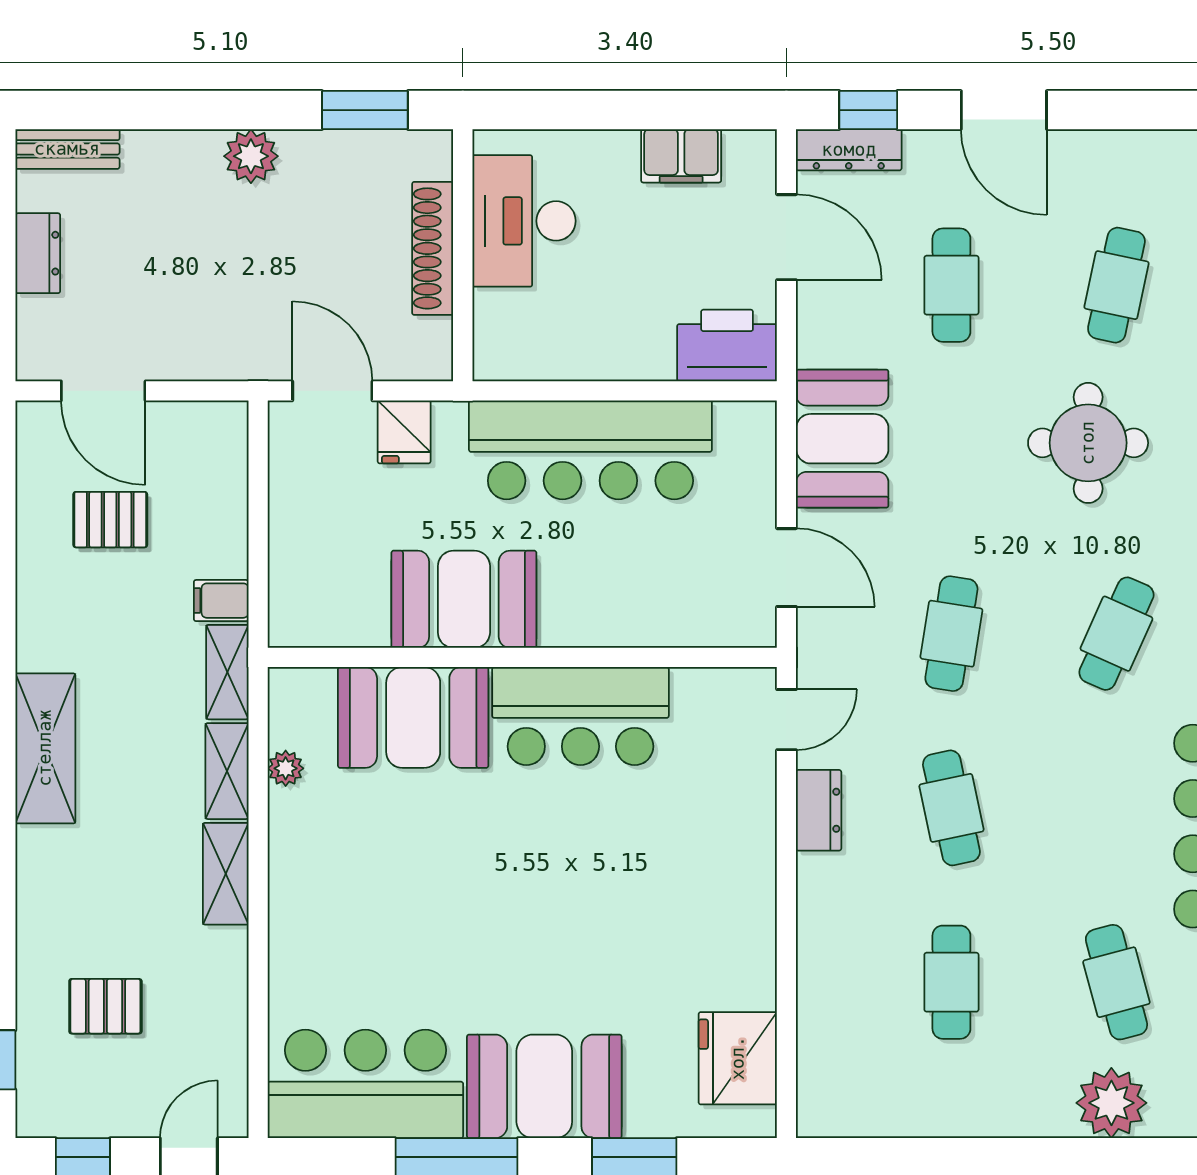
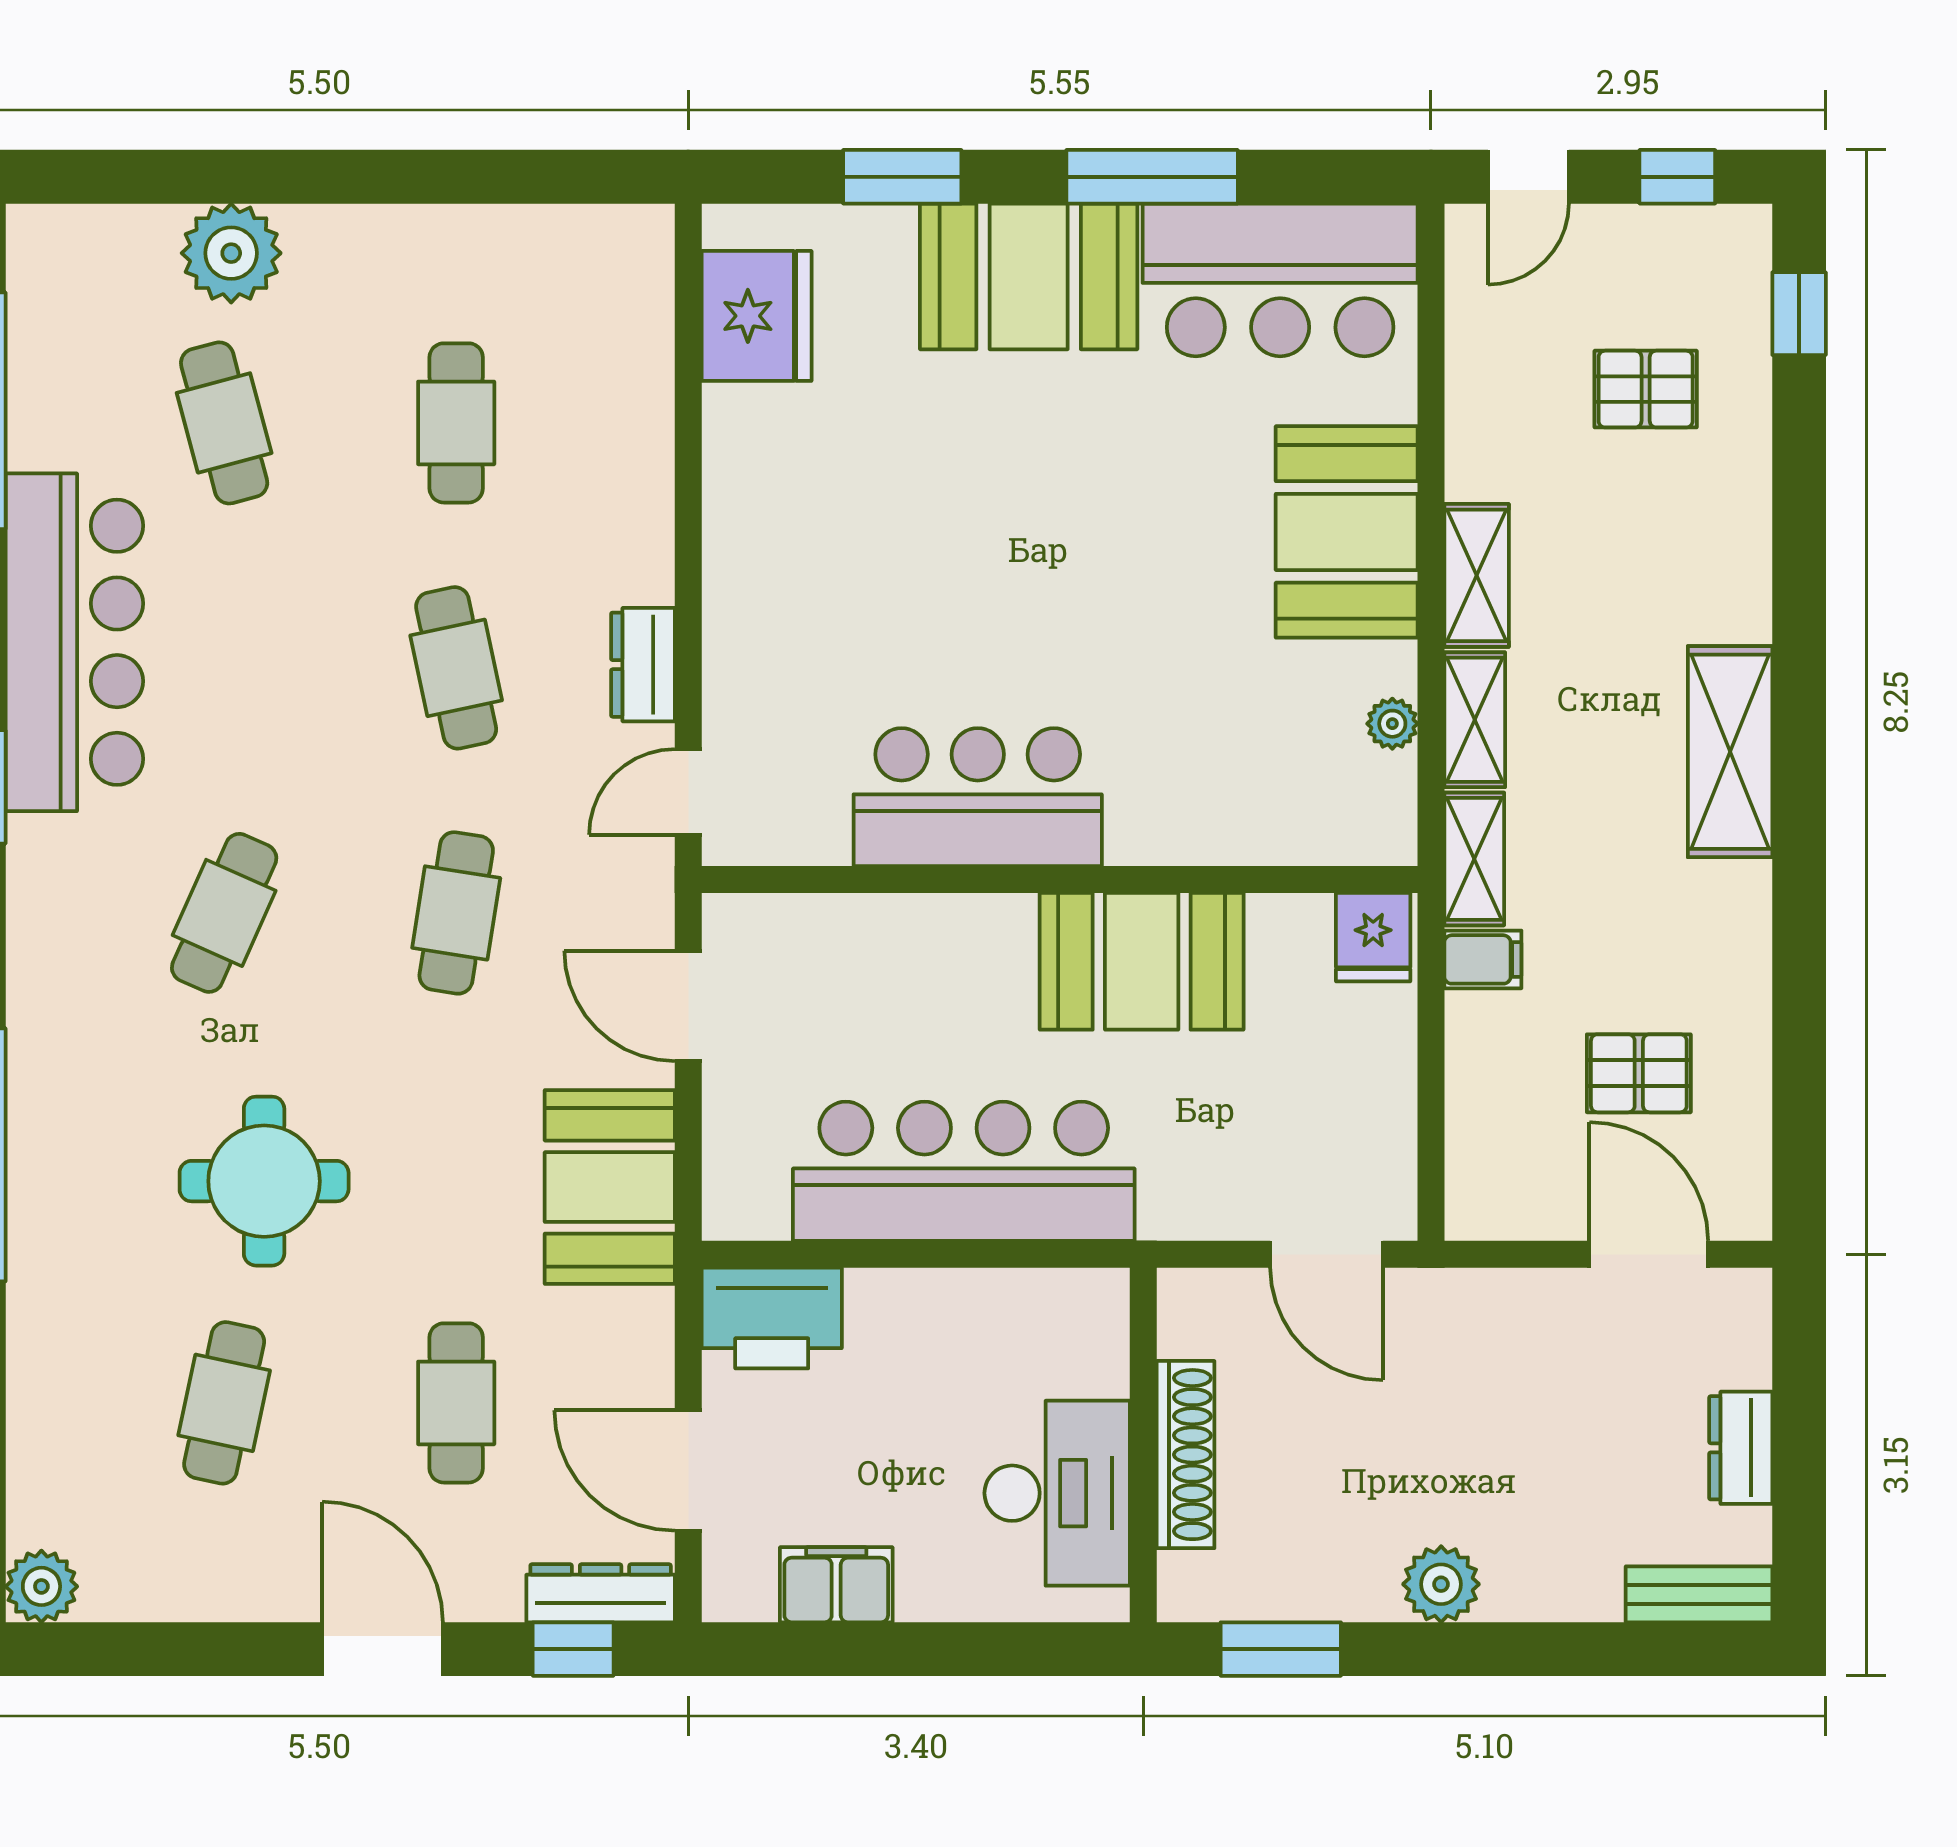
fridge: (404, 432) -> (1373, 937), moved, turned 180
booth: (413, 717) -> (1347, 532), moved, turned 90

